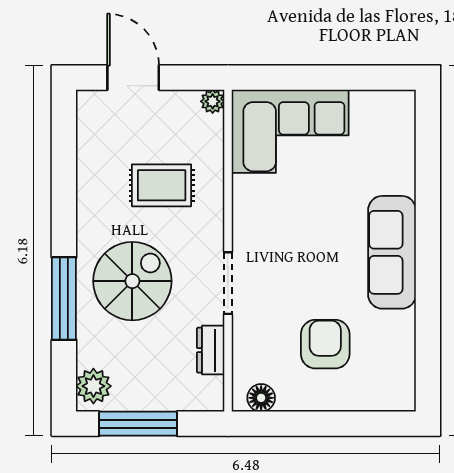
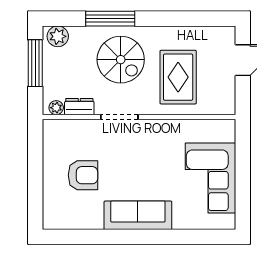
plant: (213, 101) -> (56, 108), moved
corner sofa: (290, 131) -> (211, 178), moved
rug: (162, 185) -> (178, 77), width x1.36, depth x1.43
floor lamp: (261, 398) -> (51, 137), removed

